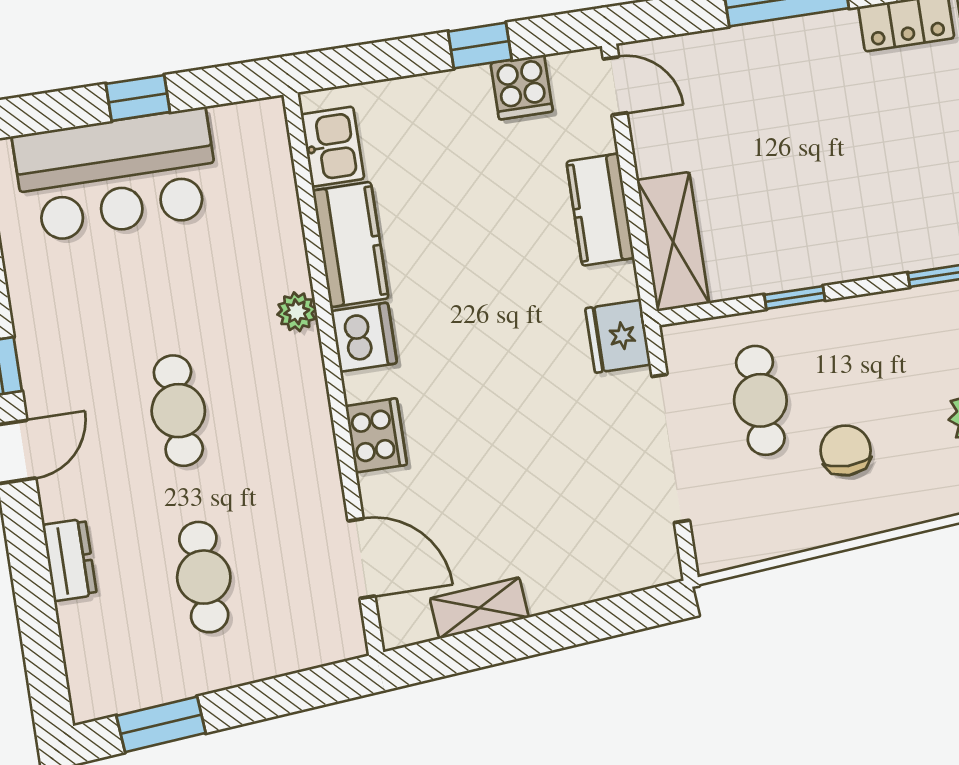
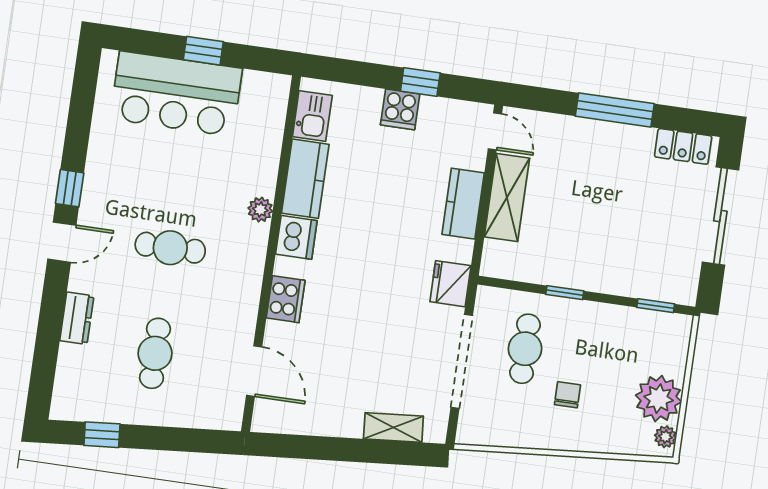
cooker: (522, 87) -> (400, 109), moved
shelving: (673, 242) -> (507, 198), moved
cafe table: (178, 411) -> (170, 248), turned 90
chair: (846, 450) -> (567, 395), width x0.73, depth x0.73
shelving: (479, 608) -> (393, 427), moved
window: (161, 724) -> (102, 435), width x0.67

